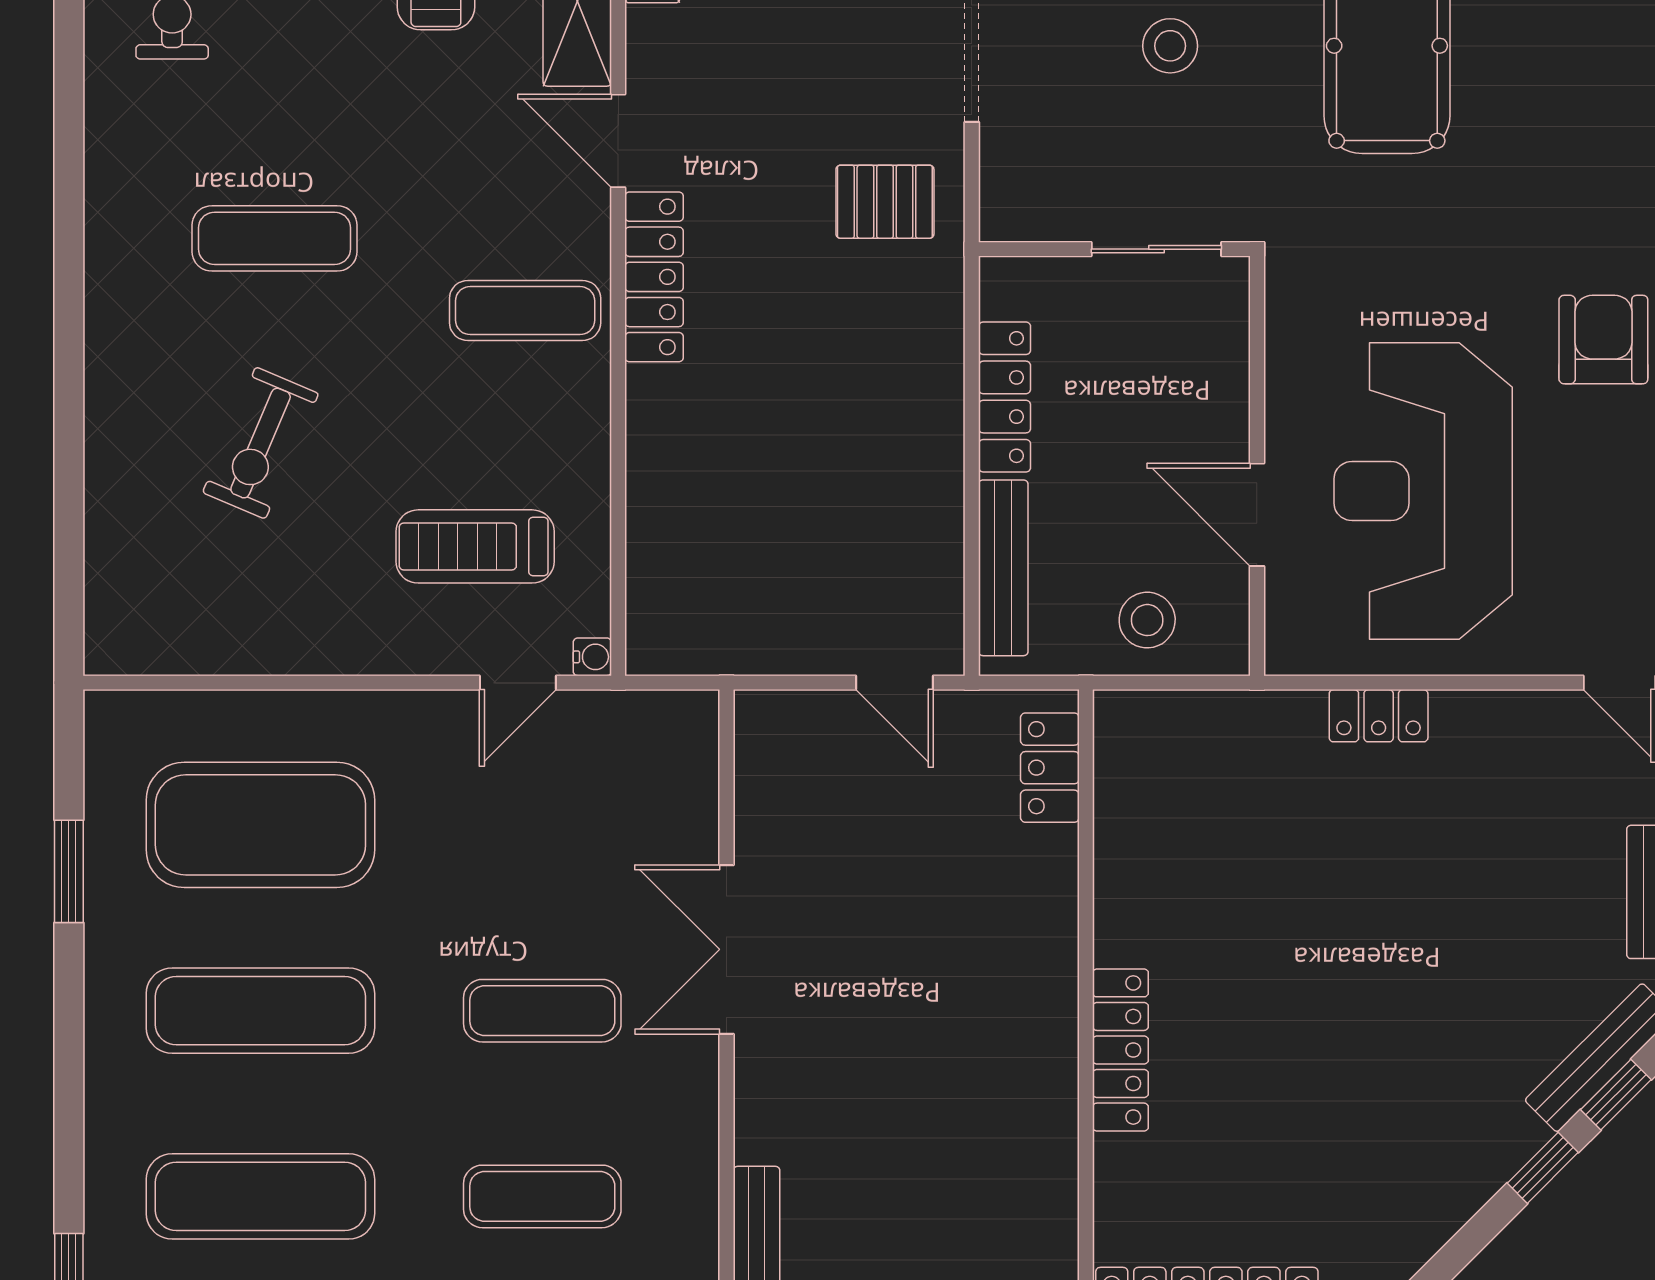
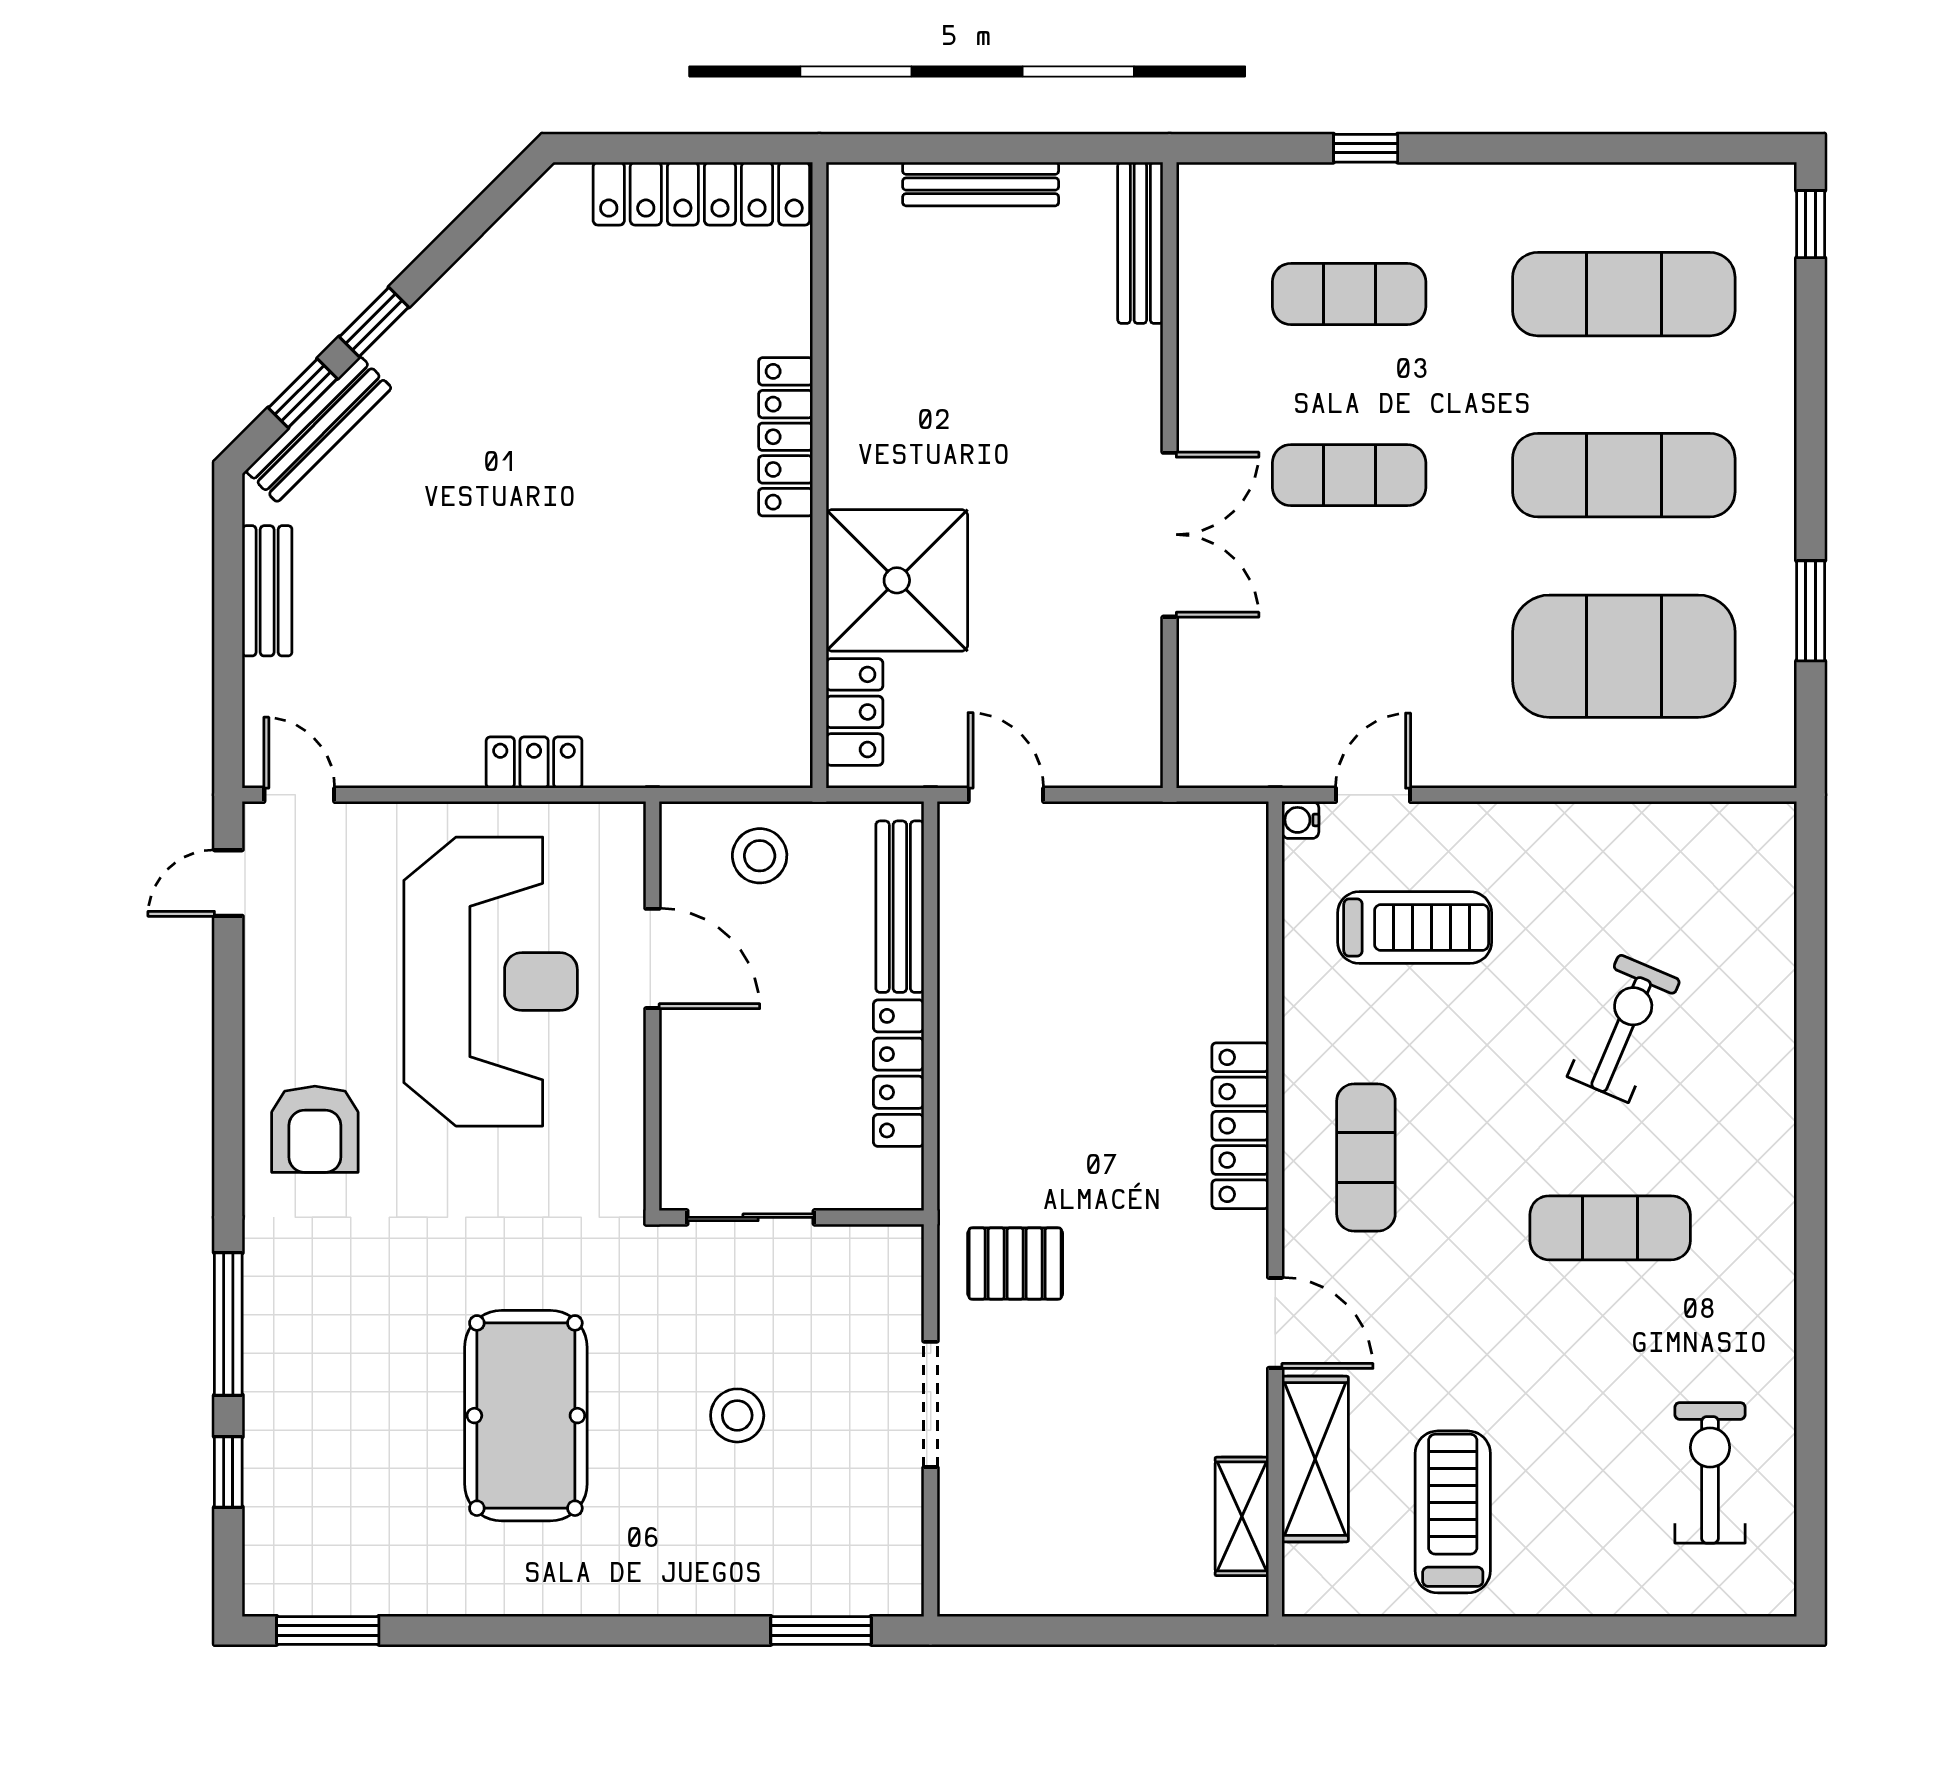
locker: (654, 277) -> (1240, 1126), moved
exercise mat: (525, 311) -> (1366, 1157), turned 90
shower: (1006, 903) -> (897, 580), added

